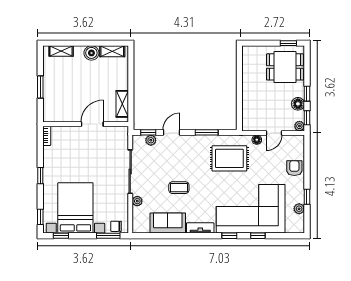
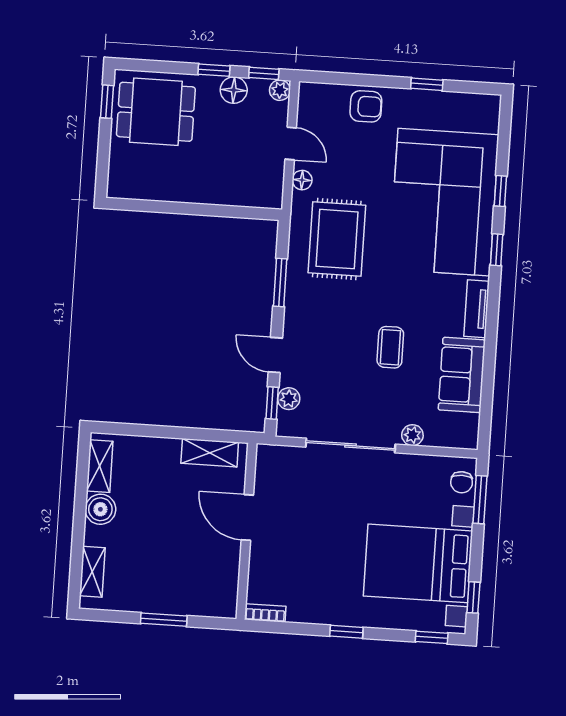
dining table: (285, 67) -> (156, 112), turned 90
armchair: (294, 168) -> (366, 106), turned 180
plant: (299, 209) -> (450, 102), removed

